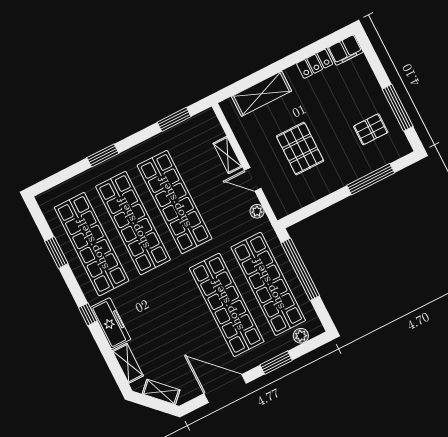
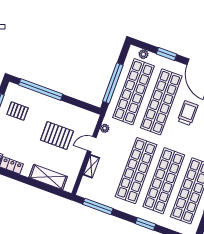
window: (174, 119) -> (98, 206), width x1.44
pallet: (300, 148) -> (57, 136), turned 90
door: (253, 179) -> (92, 144), swing flipped
window: (371, 179) -> (41, 90), width x1.46
trolley: (185, 323) -> (188, 113), added

